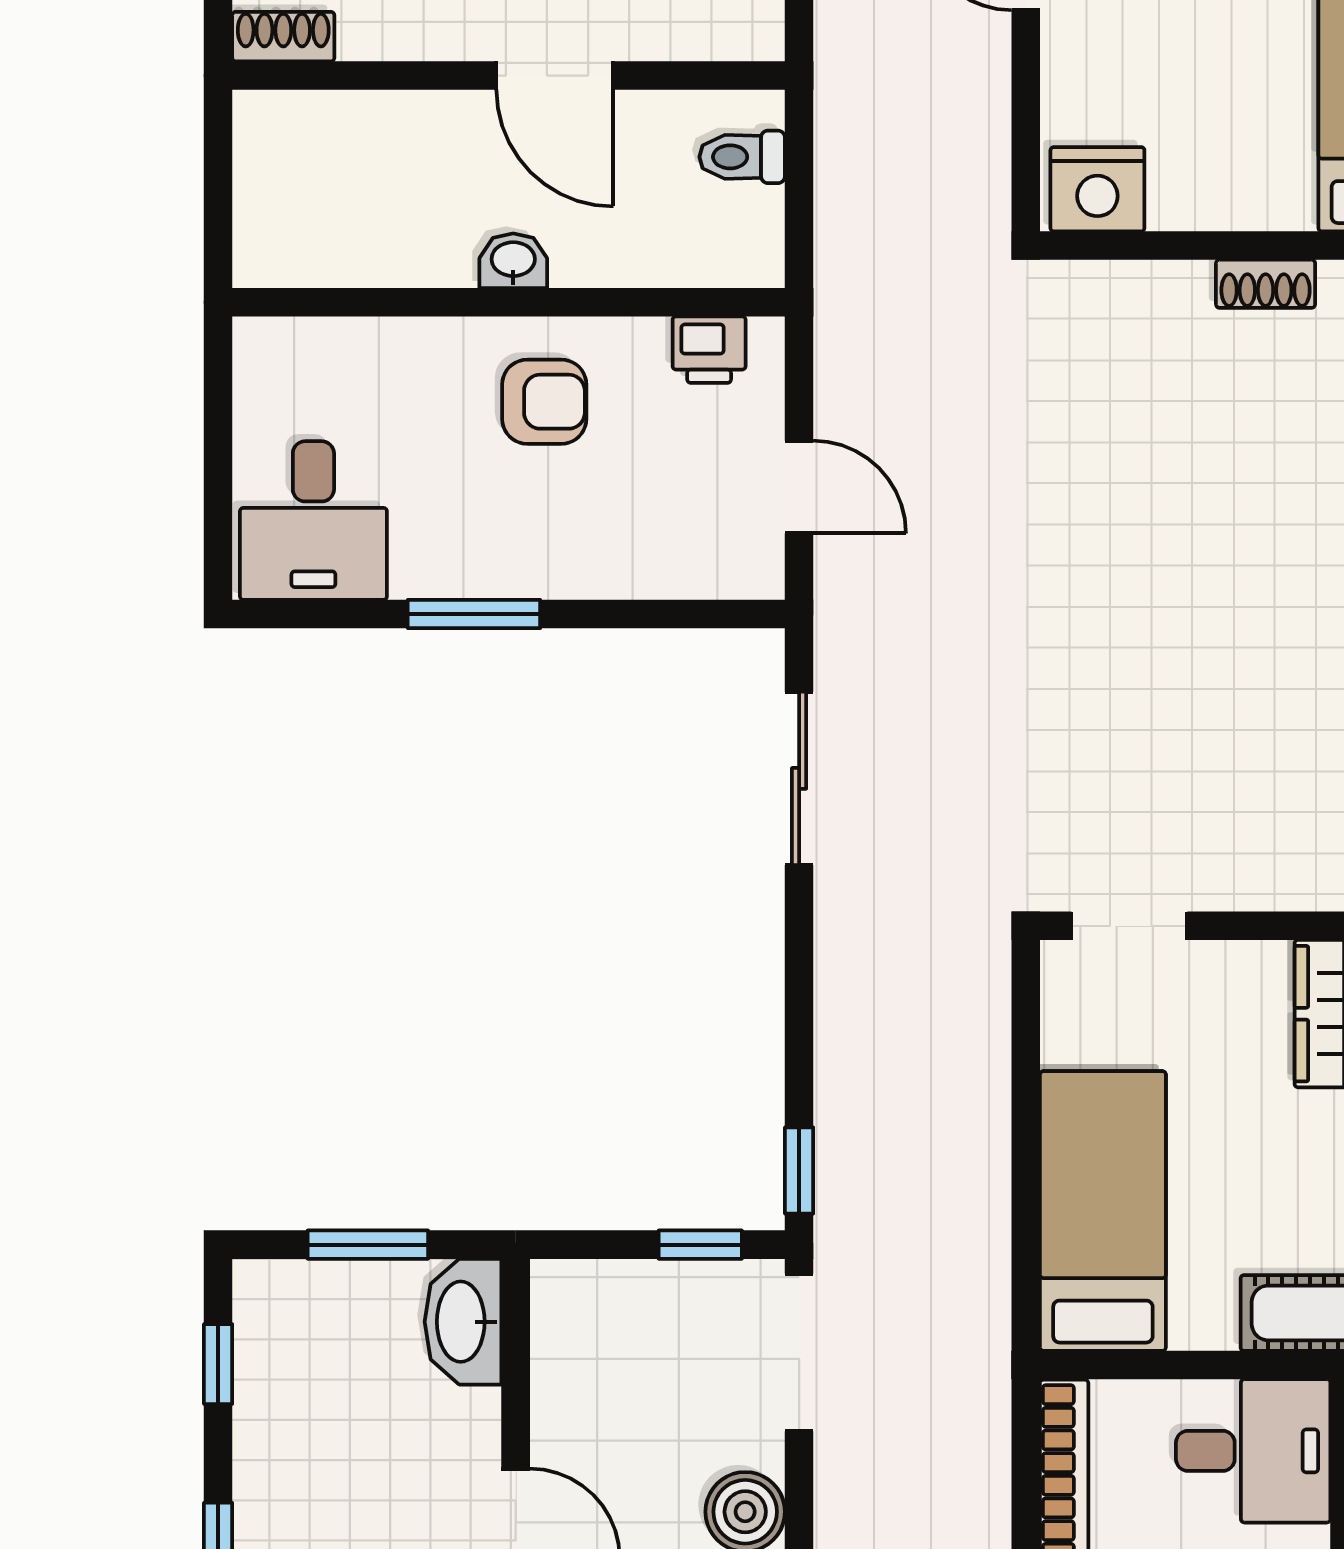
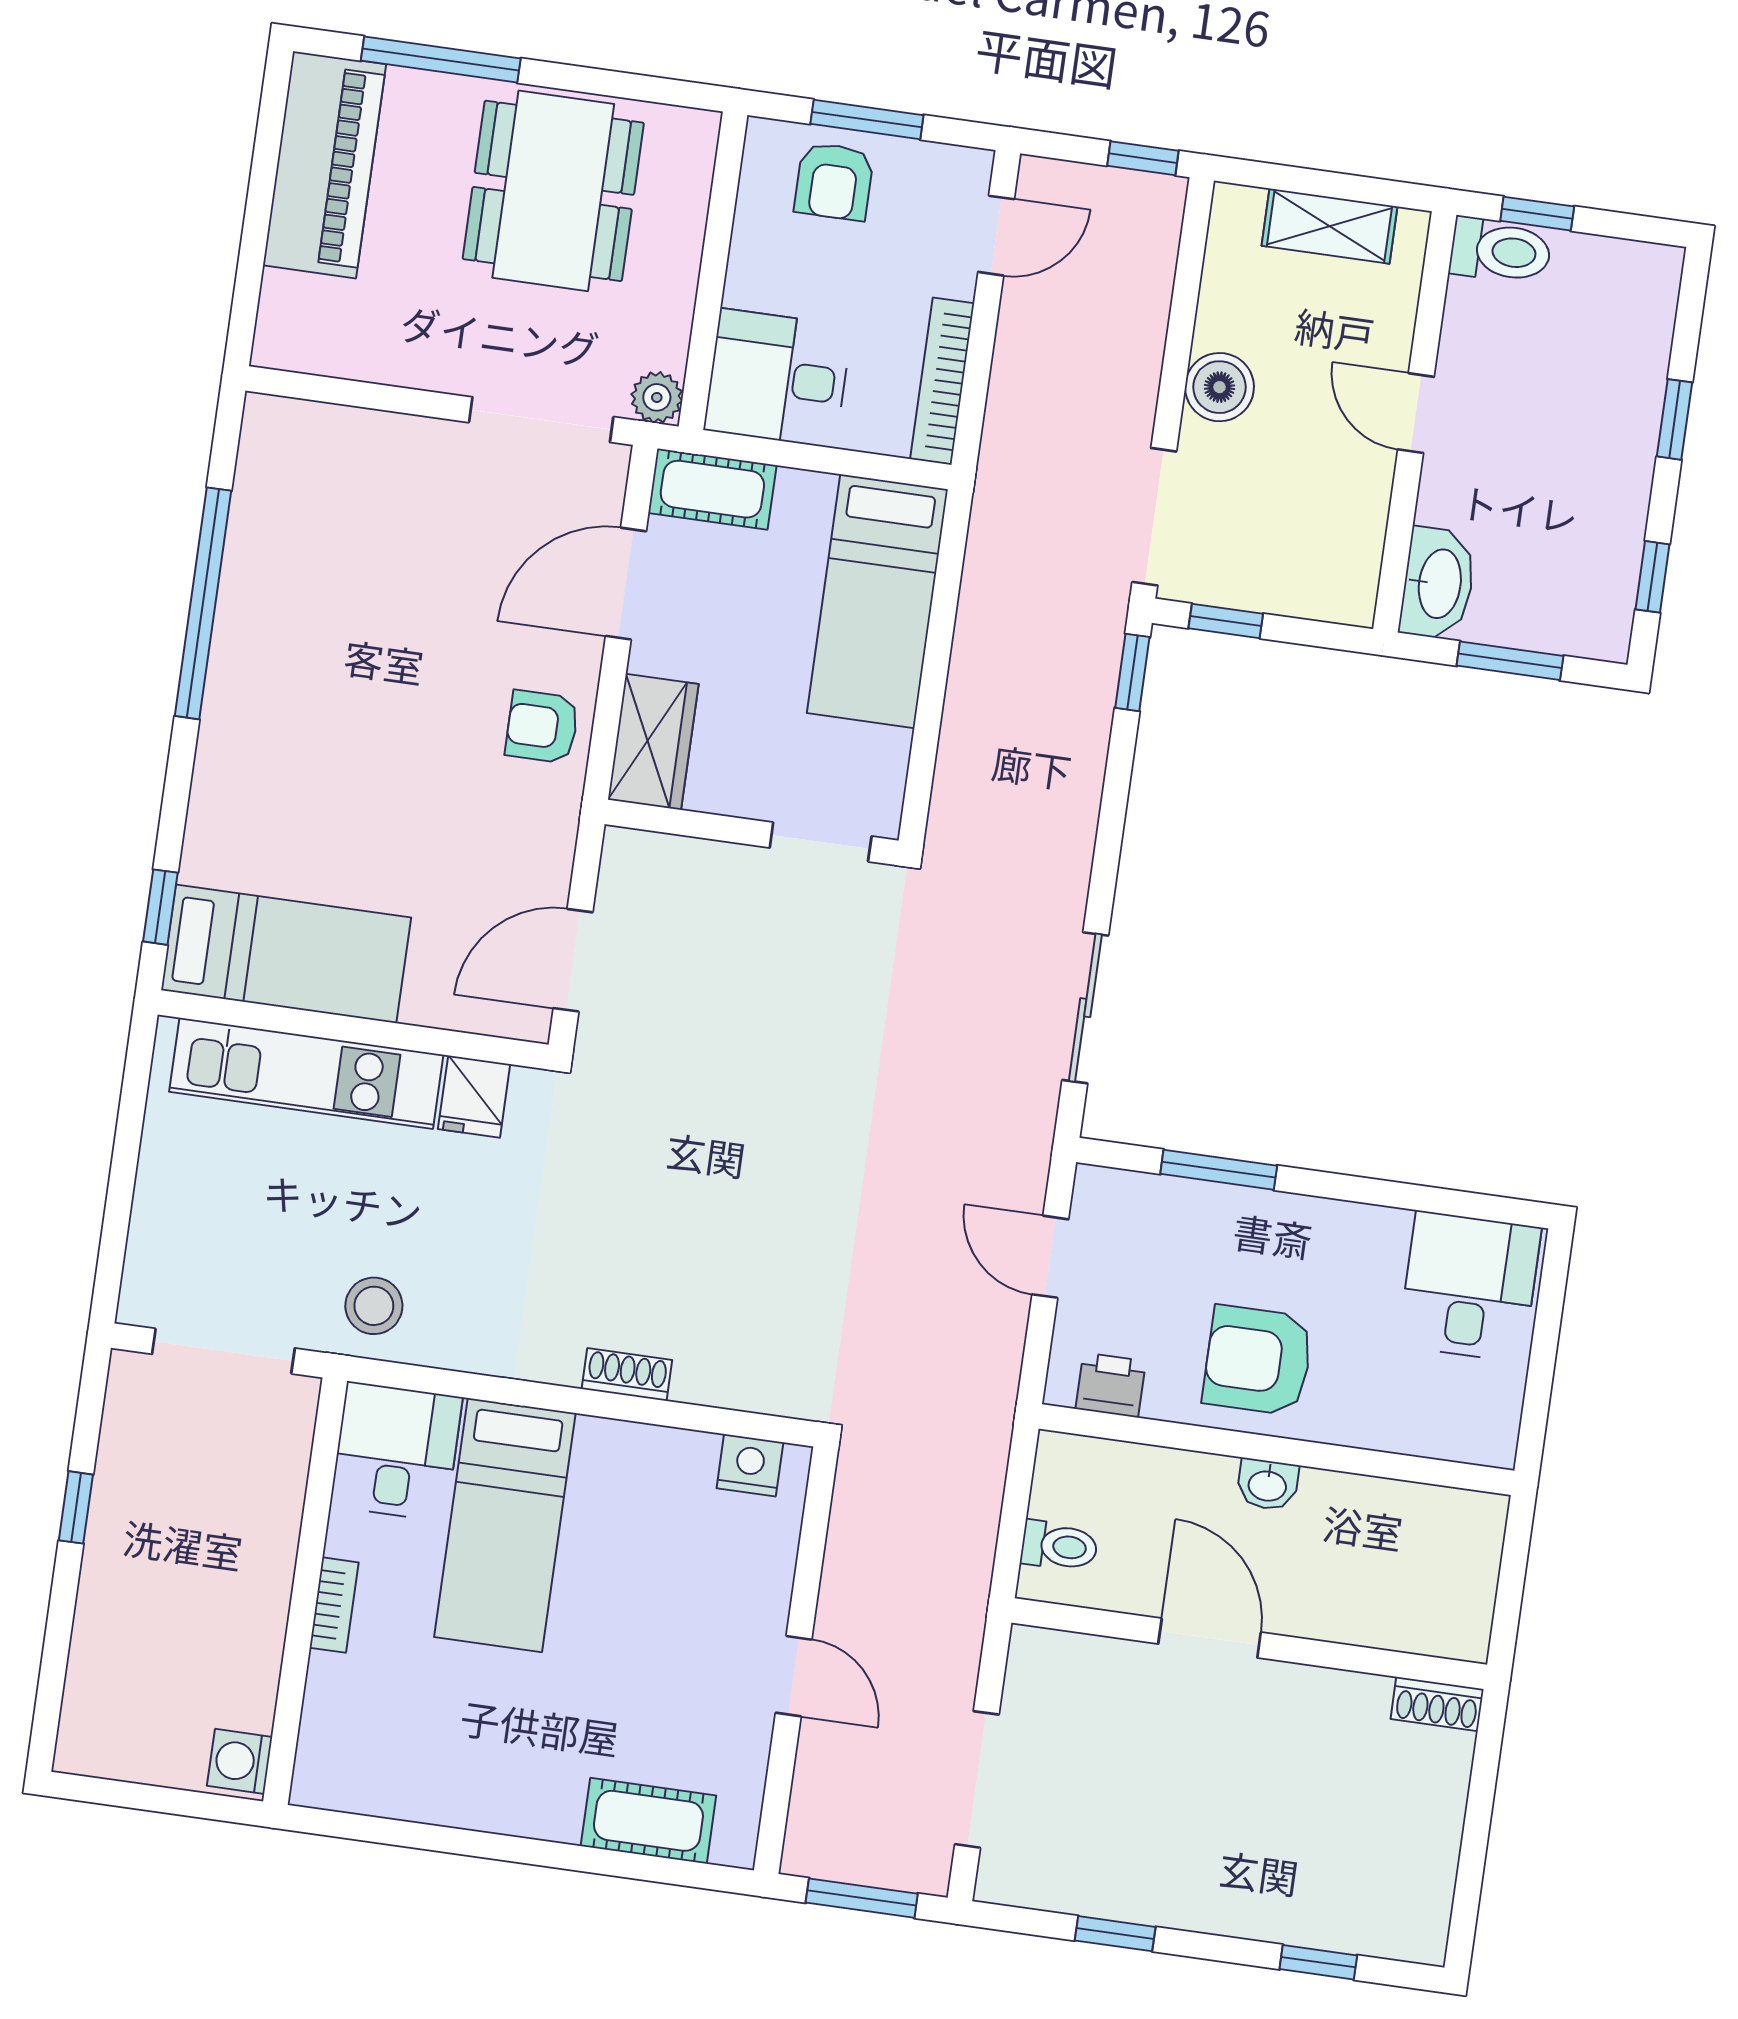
nightstand: (1097, 189) -> (750, 1465), width x0.74, depth x0.75
armchair: (544, 402) -> (1258, 1360), width x1.38, depth x1.38
window: (474, 614) -> (1219, 1170), moved

